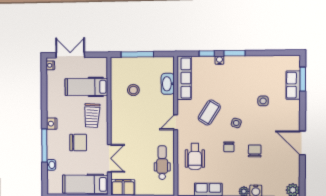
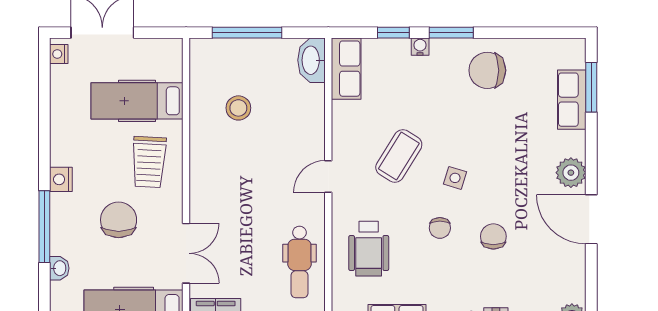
chair: (252, 71) -> (487, 70), added
row of seats: (184, 78) -> (346, 69), width x0.68
washbasin: (168, 84) -> (311, 60), moved
side table: (263, 101) -> (510, 132), removed
plant: (293, 120) -> (571, 173), added
chair: (78, 143) -> (119, 220), turned -90
dental chair: (162, 163) -> (299, 262), turned 180

